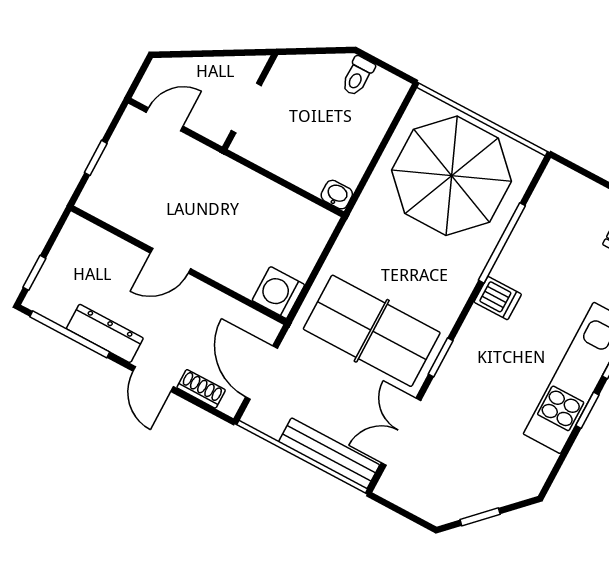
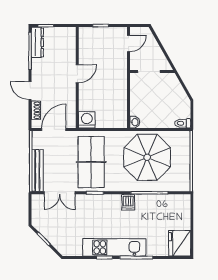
toilet: (358, 76) -> (183, 123), moved
door: (165, 119) -> (128, 43), hinge flipped
parasol: (452, 176) -> (147, 157), moved
door: (170, 261) -> (77, 74), swing flipped
dresser: (105, 333) -> (37, 42), moved
door: (153, 379) -> (30, 91), hinge flipped
double door: (401, 432) -> (60, 193), swing flipped

